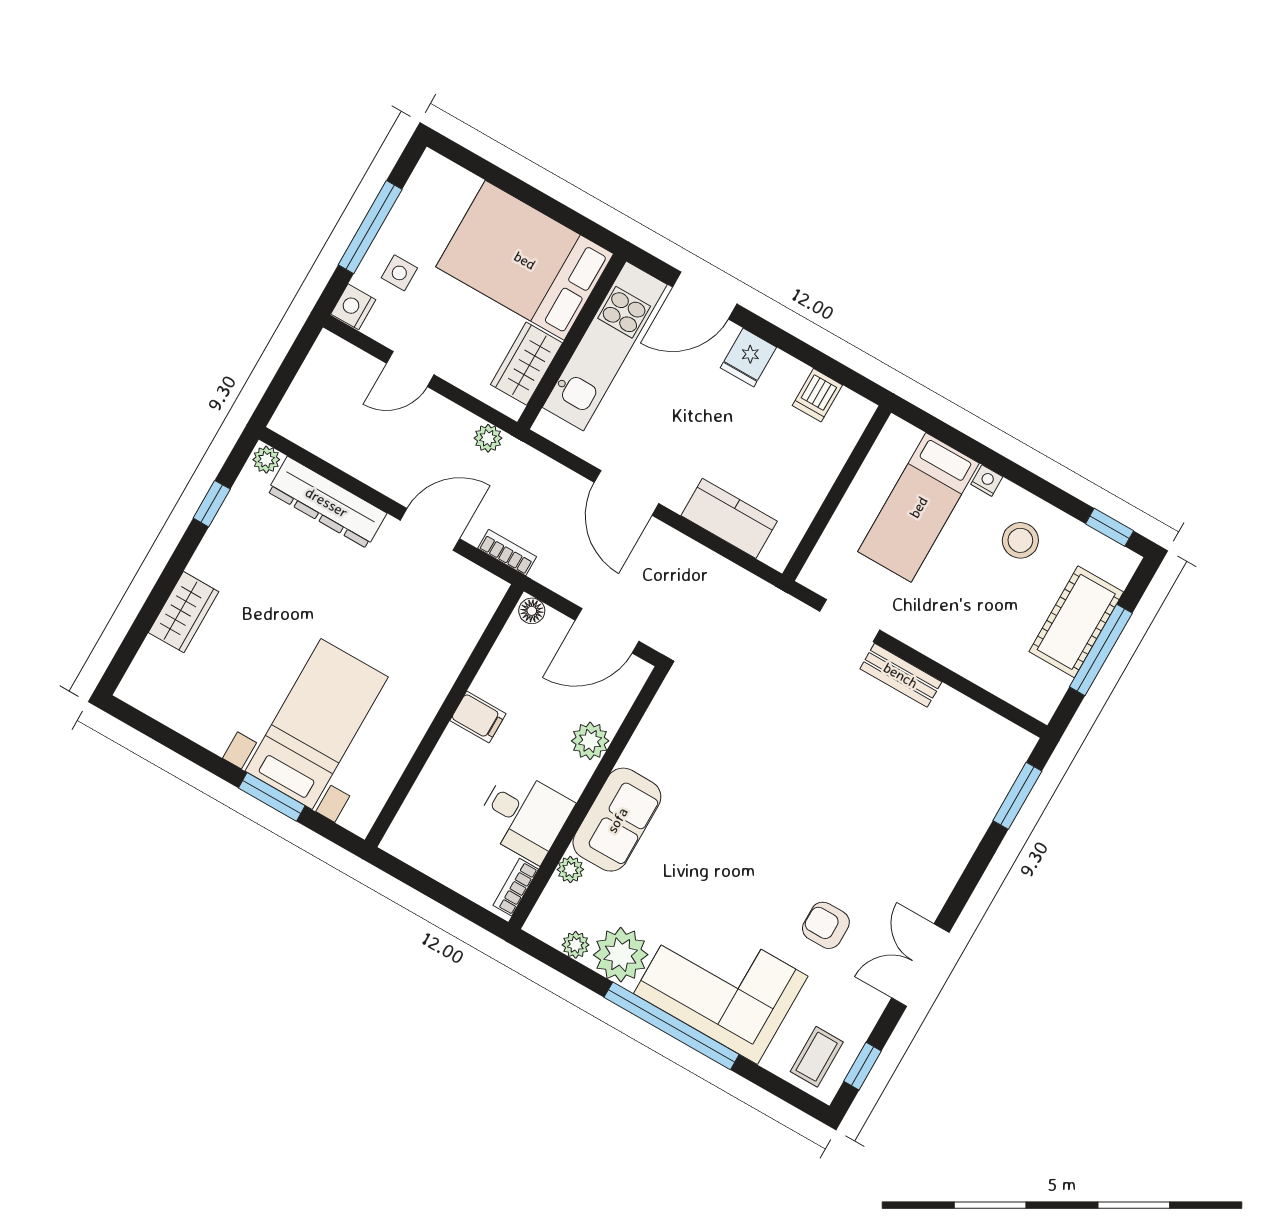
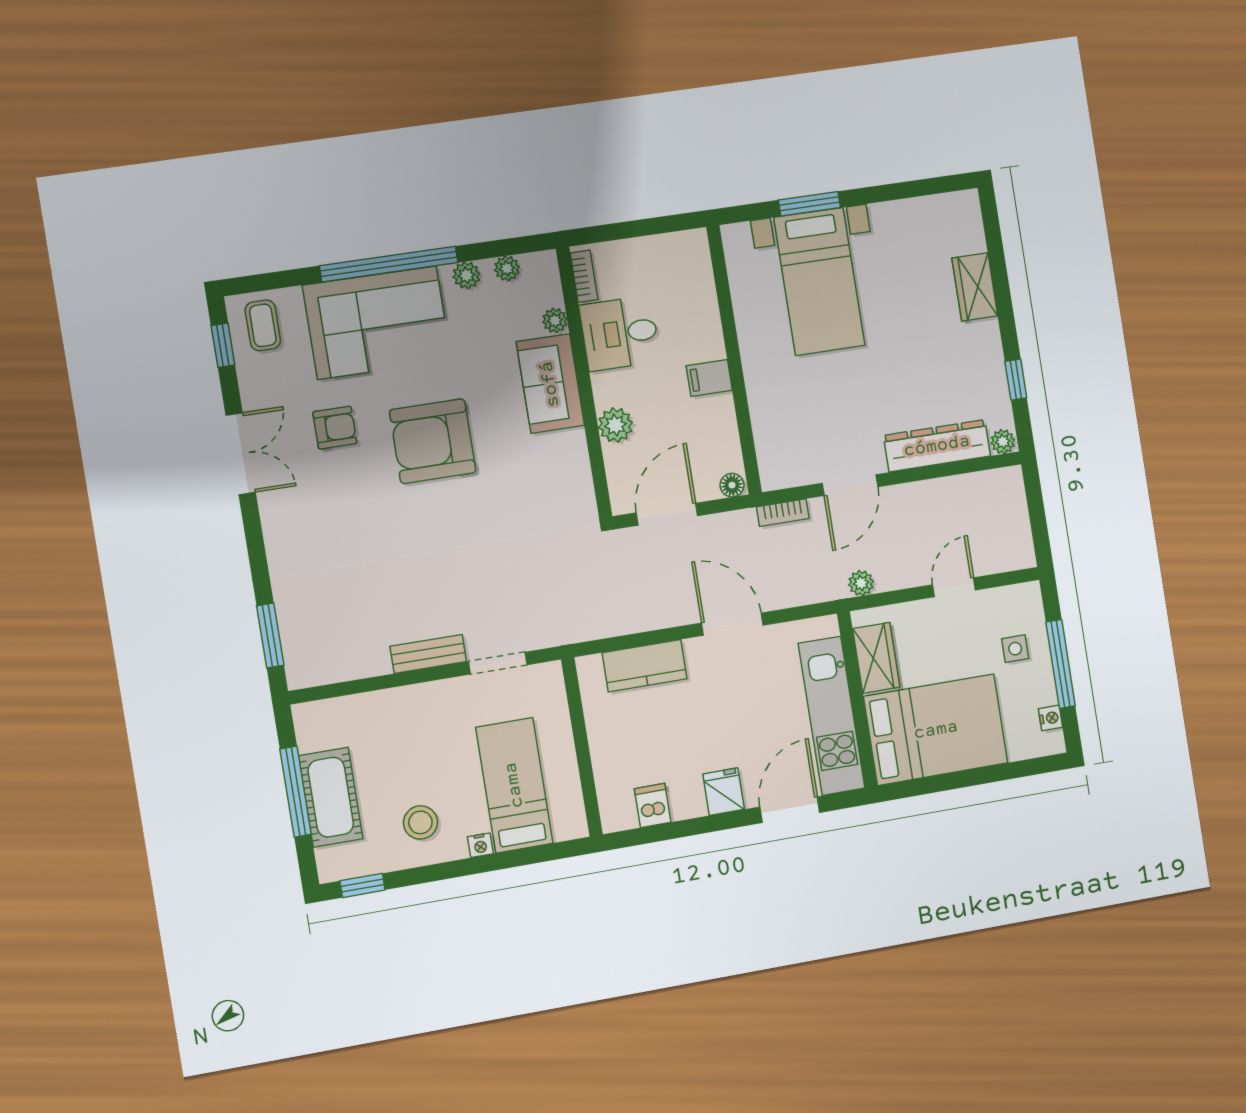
nightstand: (353, 307) -> (1050, 718), moved, width x0.72, depth x0.74
armchair: (754, 850) -> (433, 441), added
plant: (621, 955) -> (466, 275), width x0.53, depth x0.53

